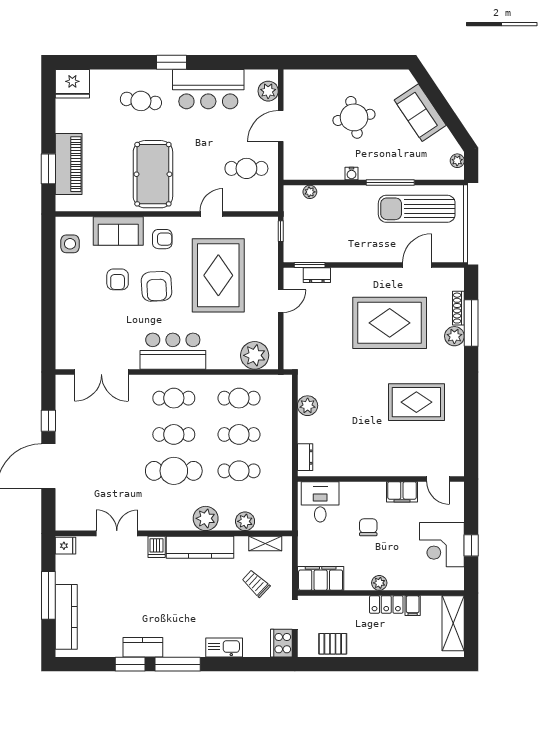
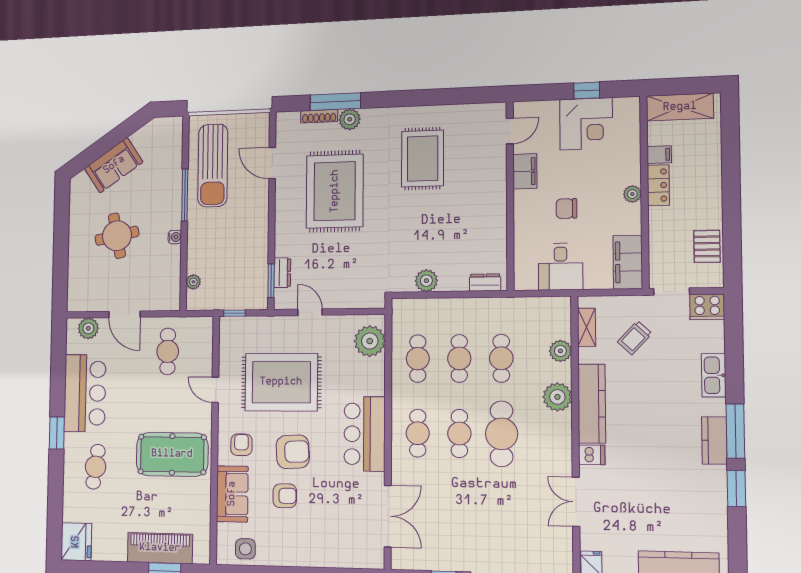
plant: (457, 161) -> (163, 124), removed
desk: (320, 502) -> (561, 267), moved, turned -90
kitchen counter: (143, 647) -> (714, 440), moved

